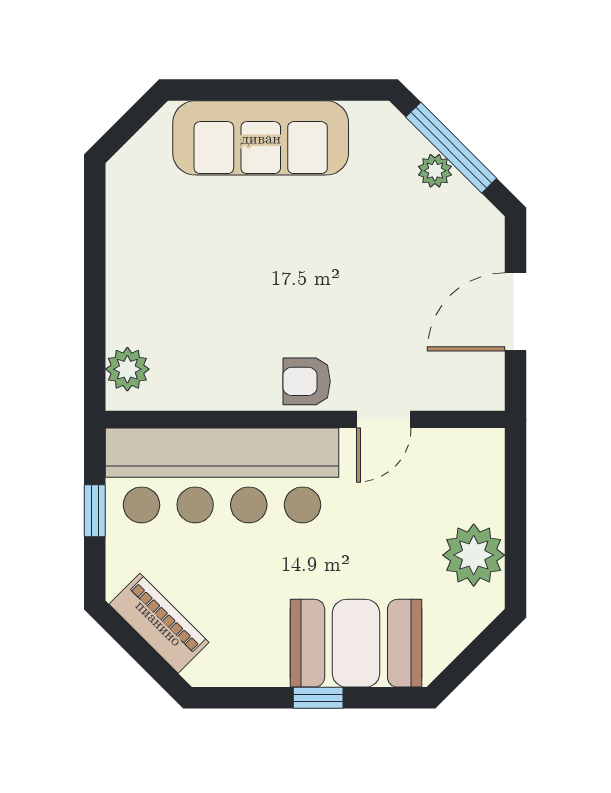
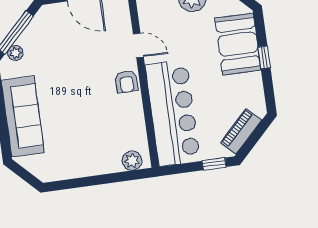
plant: (435, 171) -> (15, 53), moved
window: (95, 511) -> (214, 164), moved

